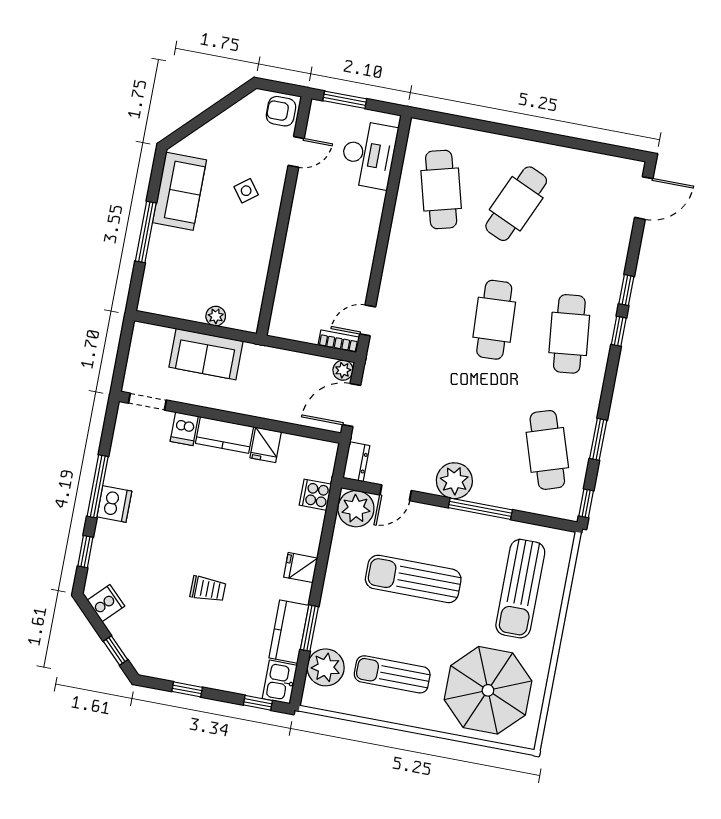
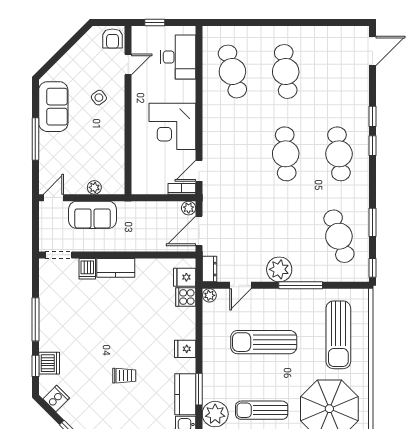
window: (345, 100) -> (155, 22), width x0.67
armchair: (281, 111) -> (112, 39), turned -90
cafe table: (516, 204) -> (286, 71), turned -30
corner desk: (342, 251) -> (172, 126), added
door: (155, 320) -> (53, 198), added
fridge: (266, 445) -> (185, 277), moved, turned 90
dishwasher: (114, 504) -> (49, 363), moved
plant: (356, 509) -> (209, 295), width x0.53, depth x0.53

